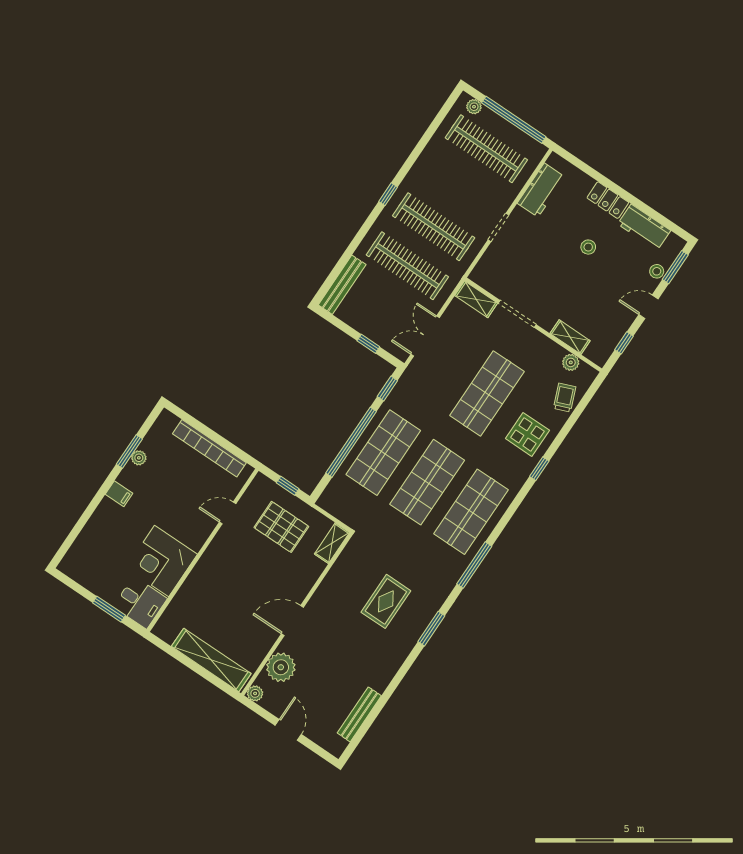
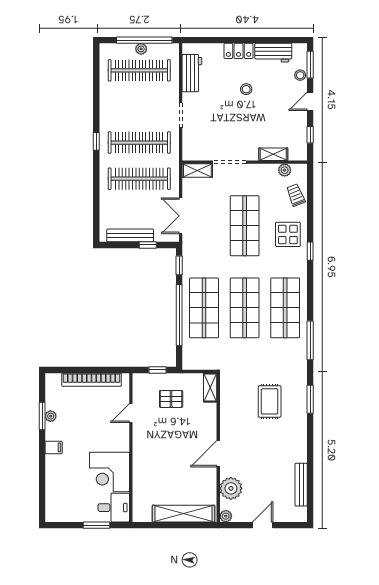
plant: (474, 107) -> (141, 49), moved
bench: (342, 285) -> (130, 235), moved, turned 90
pallet: (281, 527) -> (171, 399), width x0.67, depth x0.71
door: (288, 730) -> (263, 525), hinge flipped

